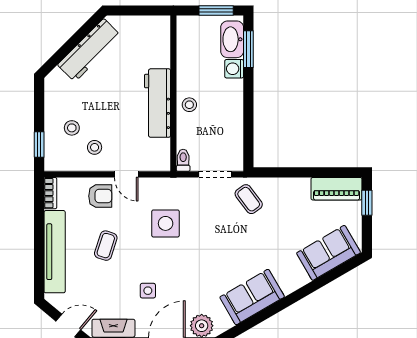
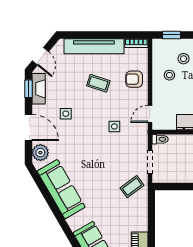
door: (126, 174) -> (150, 114), moved
armchair: (100, 196) -> (134, 79), turned 90
side table: (166, 223) -> (114, 126), width x0.54, depth x0.54
sofa: (252, 297) -> (61, 189), width x1.36

